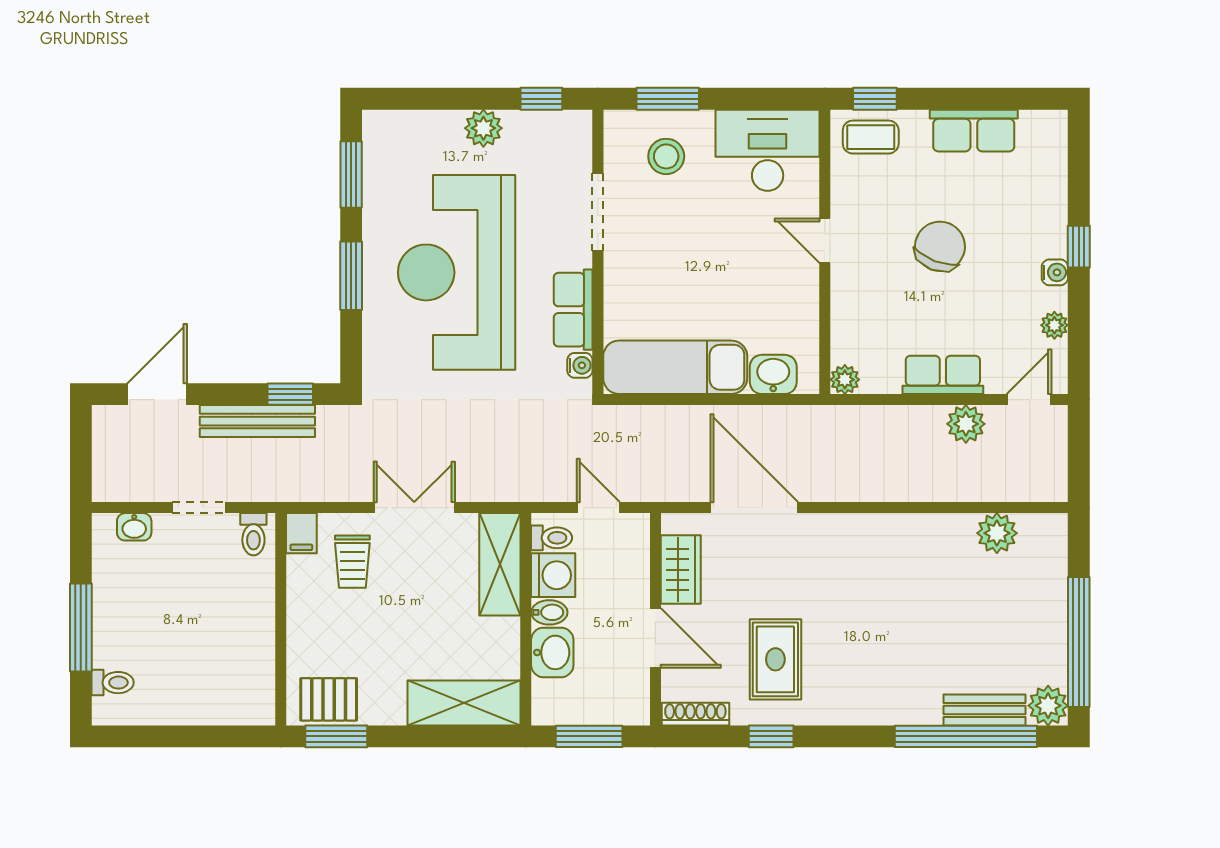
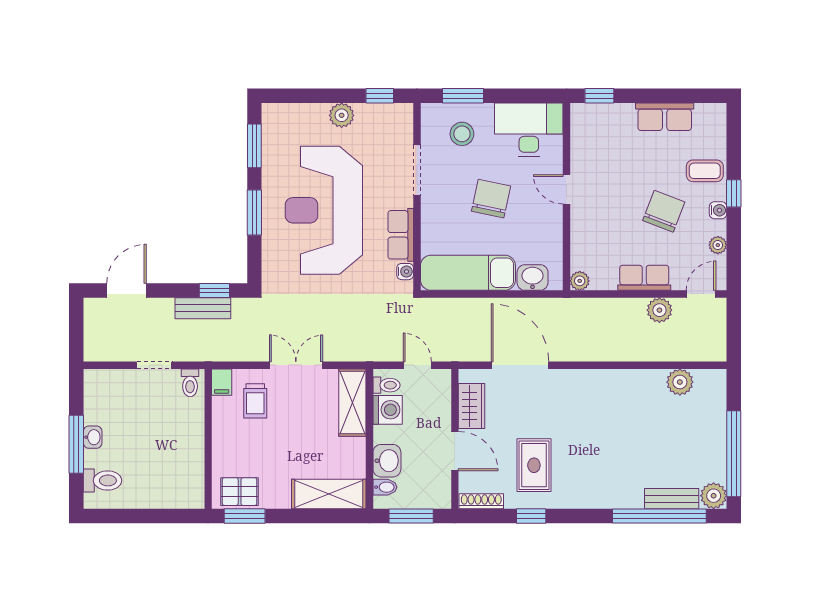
coffee table: (871, 137) -> (705, 171), moved
chair: (940, 246) -> (664, 211), moved
chair: (710, 255) -> (491, 199), added
bench: (257, 421) -> (203, 308), width x0.73
washbasin: (134, 527) -> (93, 437), moved, turned -90
bidet: (549, 612) -> (385, 487), moved
toilet: (113, 683) -> (103, 480), width x1.37, depth x1.39

